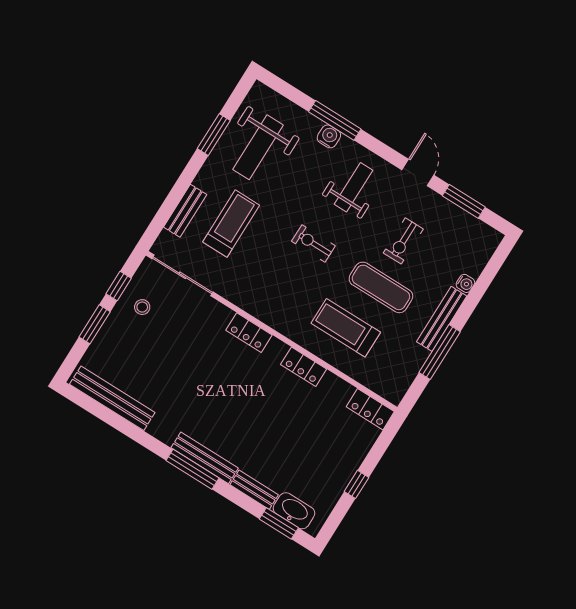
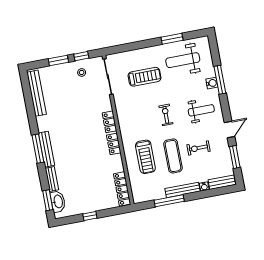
bench: (185, 211) -> (222, 182), moved
treadmill: (346, 328) -> (145, 157), turned 180
locker: (304, 367) -> (114, 144), moved
locker: (370, 409) -> (122, 189), width x1.53

